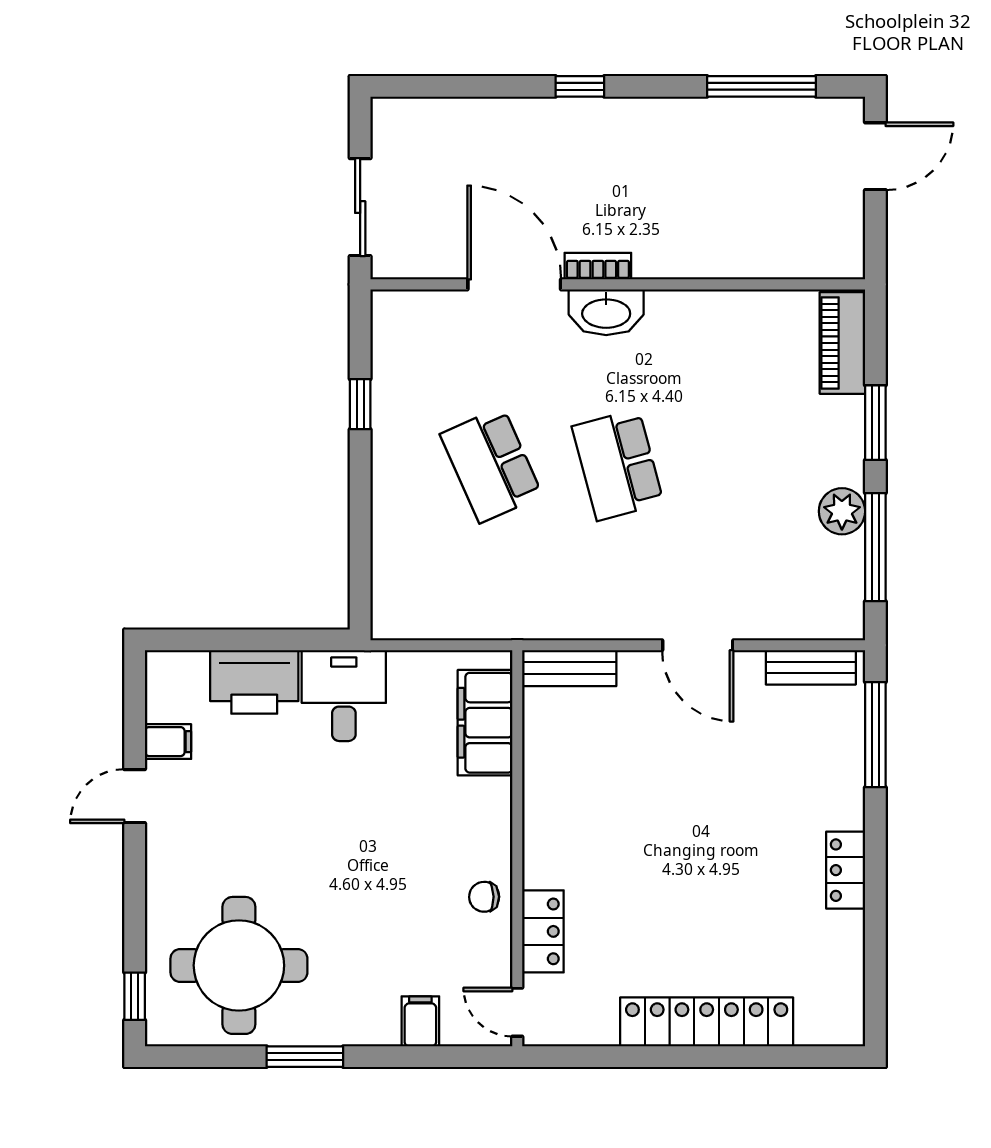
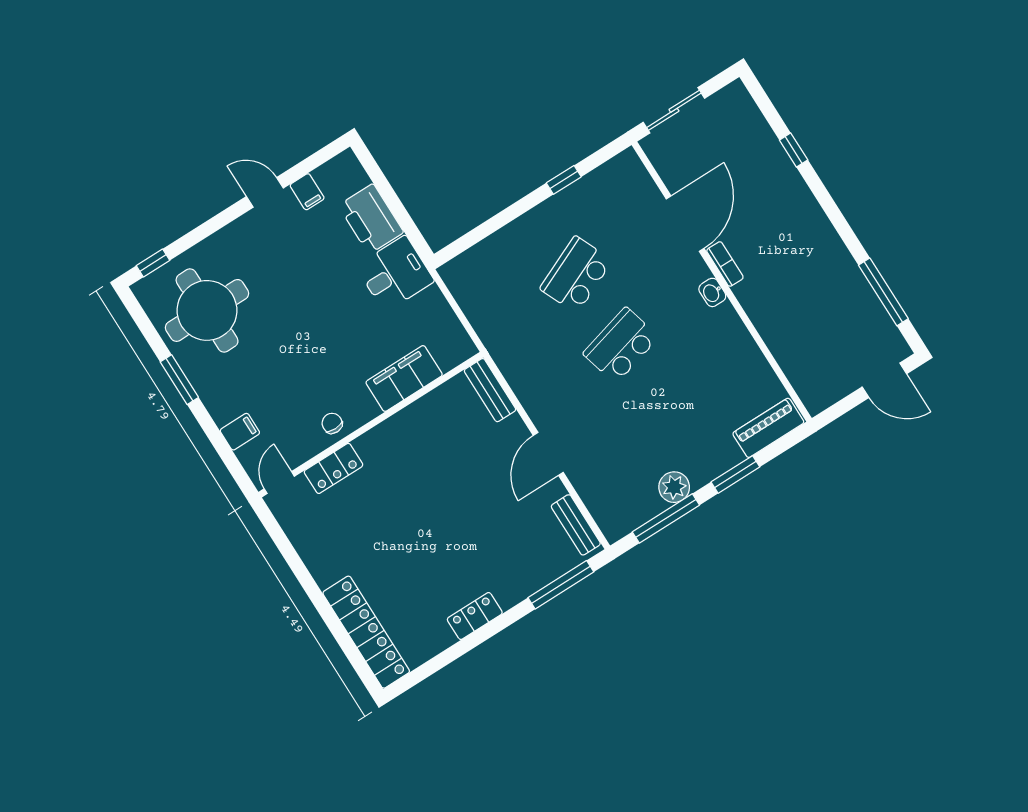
window: (580, 86) -> (794, 150), moved
washbasin: (606, 312) -> (712, 292), width x0.52, depth x0.69
filing cabinet: (485, 723) -> (404, 379), moved
locker: (707, 1022) -> (366, 632), moved

